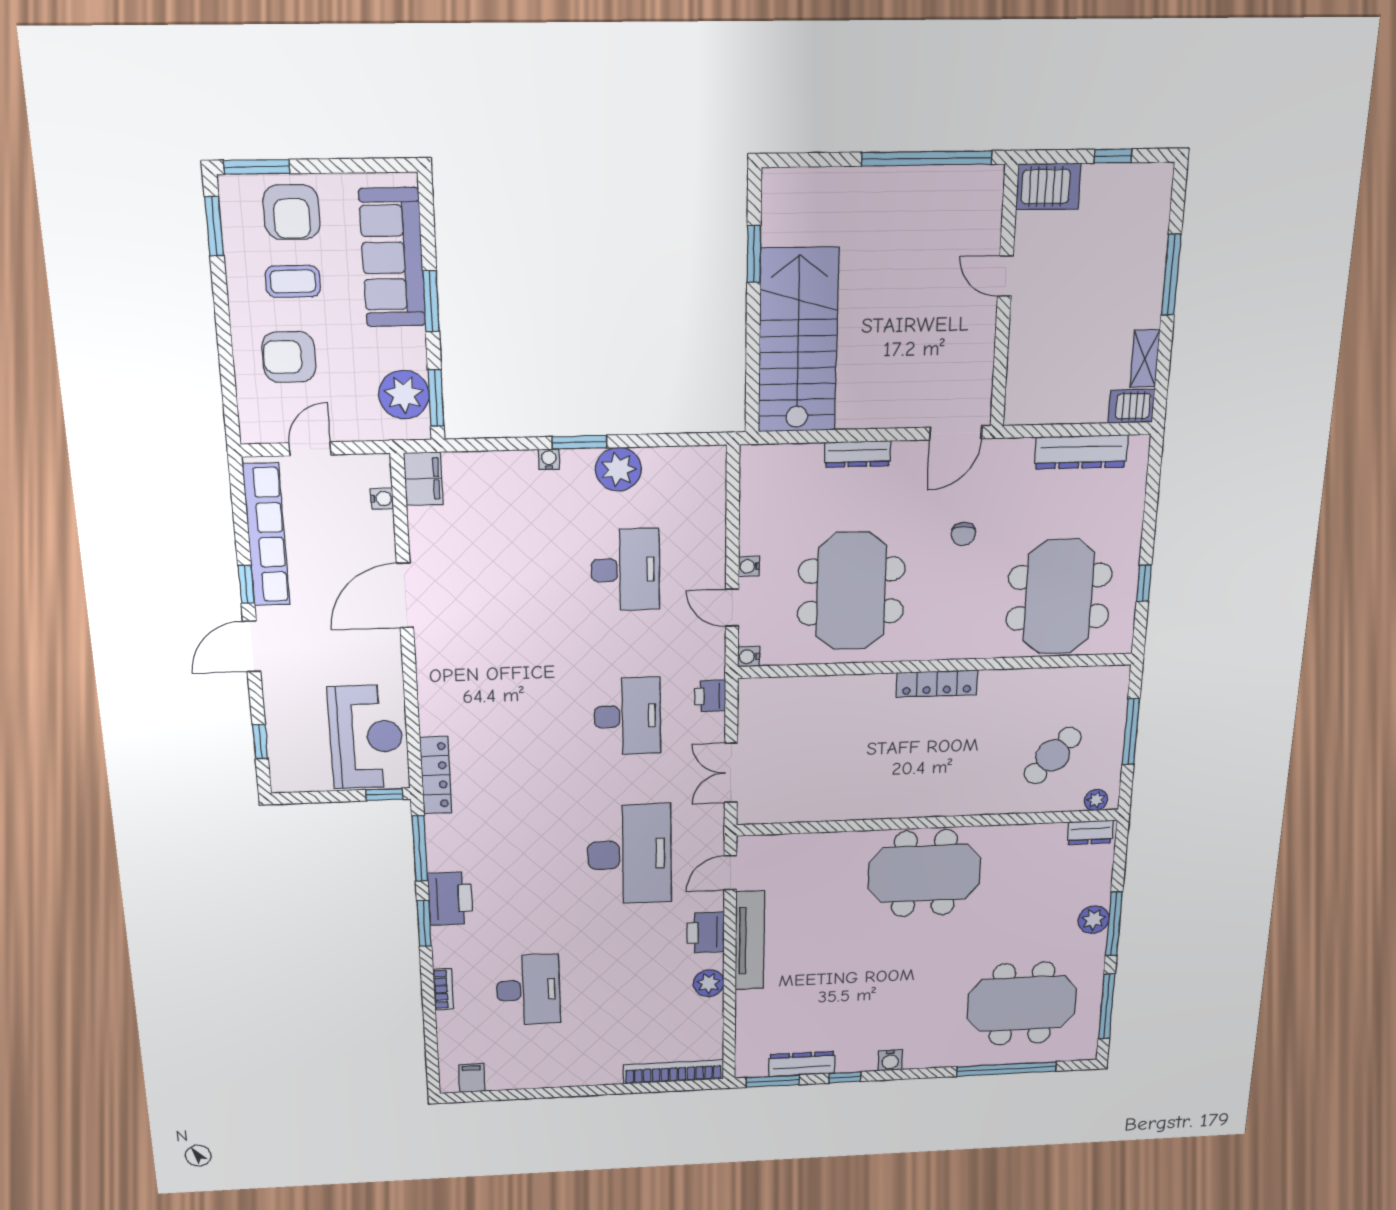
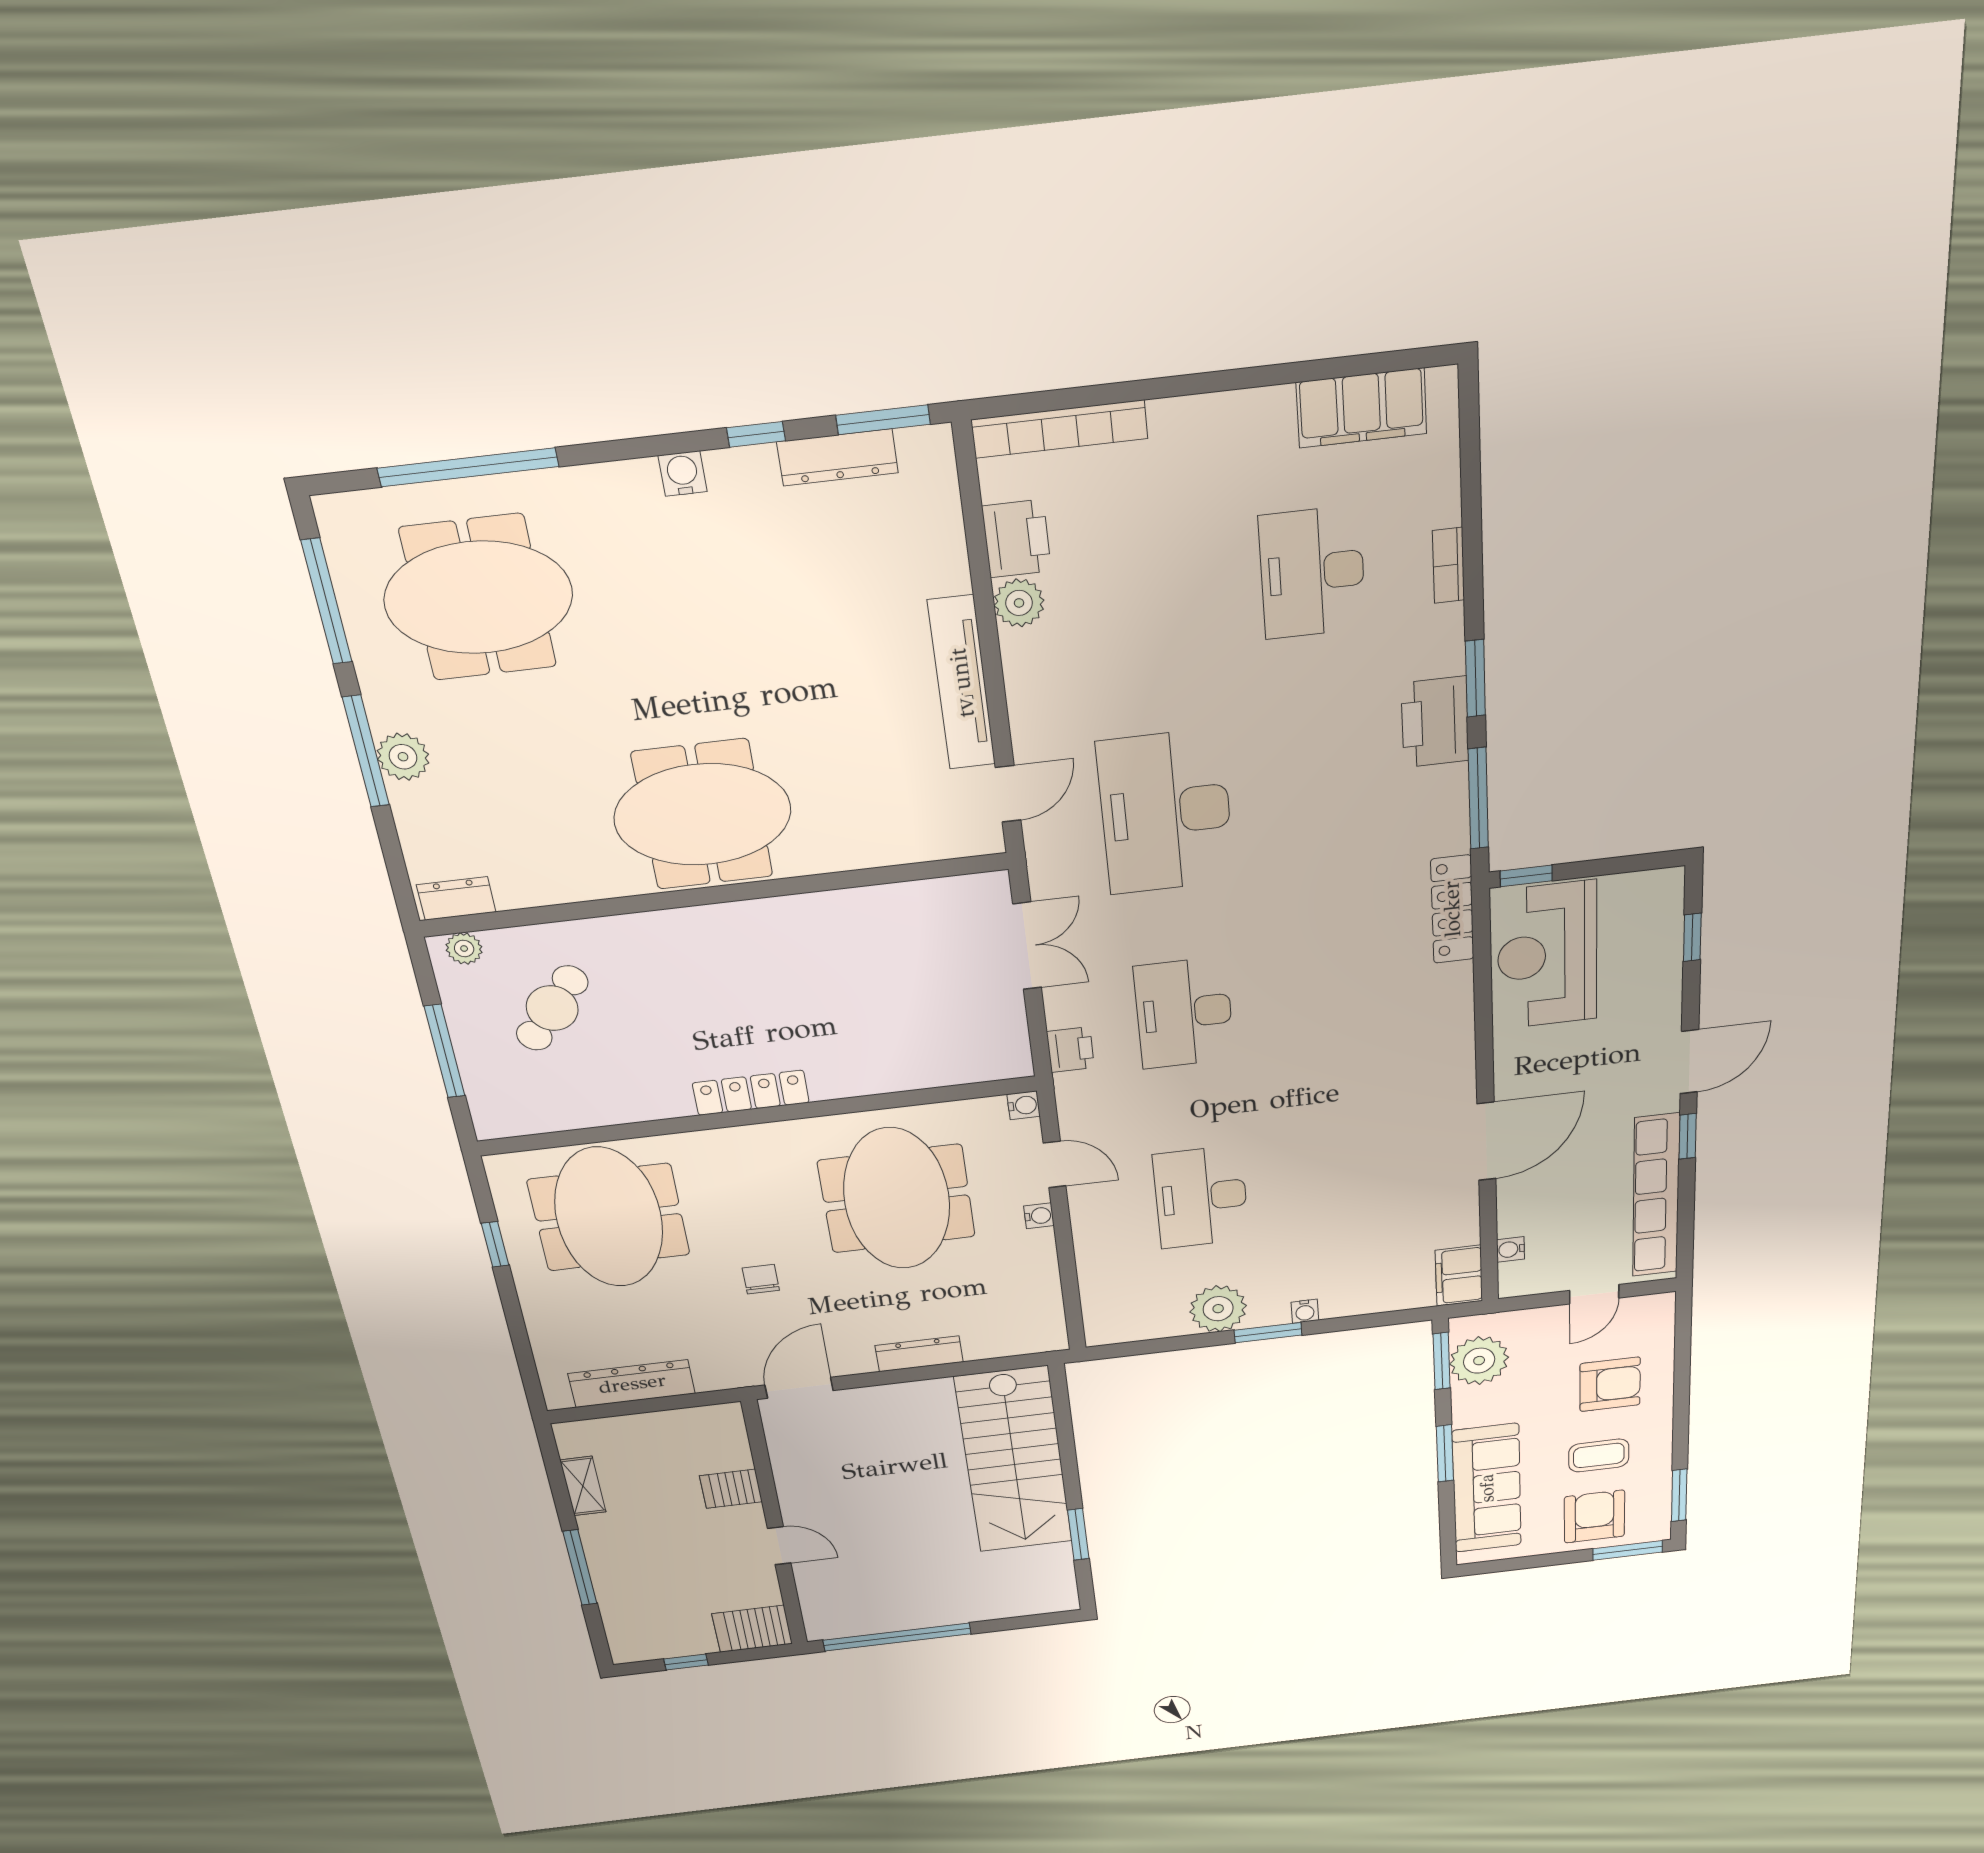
server rack: (1131, 406) -> (731, 1489), moved, turned 180
printer: (706, 933) -> (1017, 539), moved
filing cabinet: (472, 1078) -> (1362, 408), width x3.00, depth x1.17

